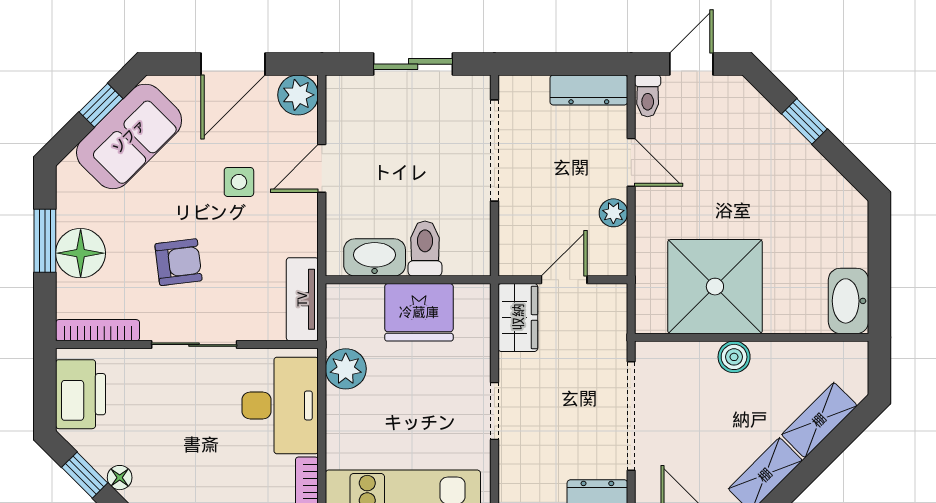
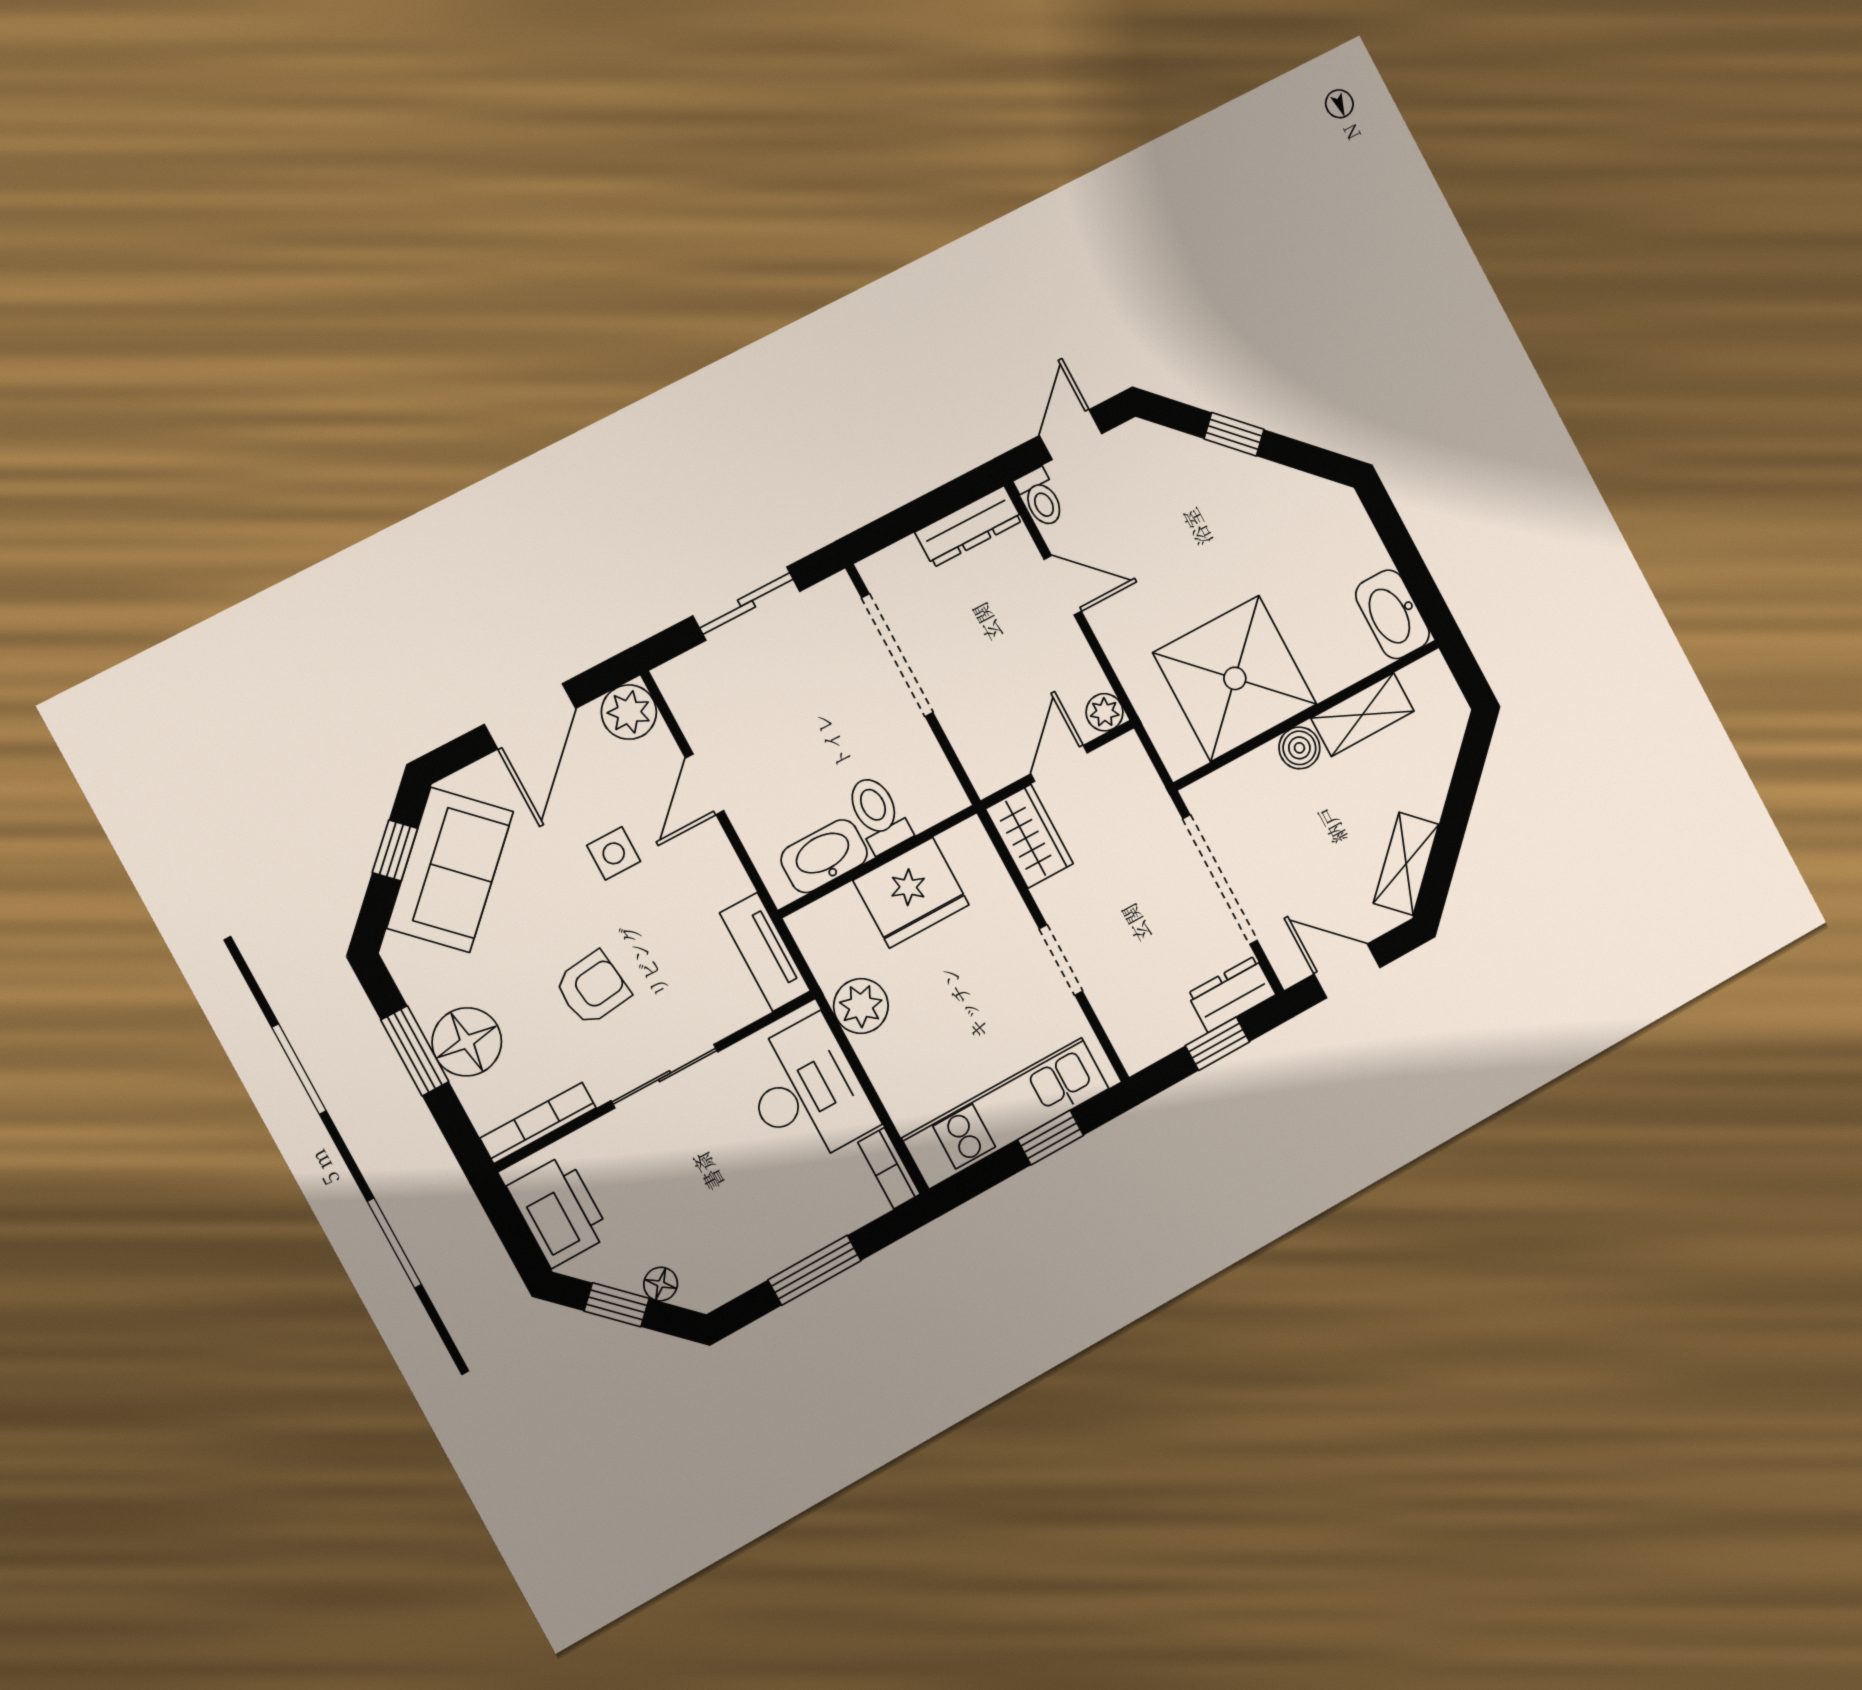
plant: (613, 213) -> (1105, 712), moved
shelving: (819, 420) -> (1363, 715), moved, turned 45

